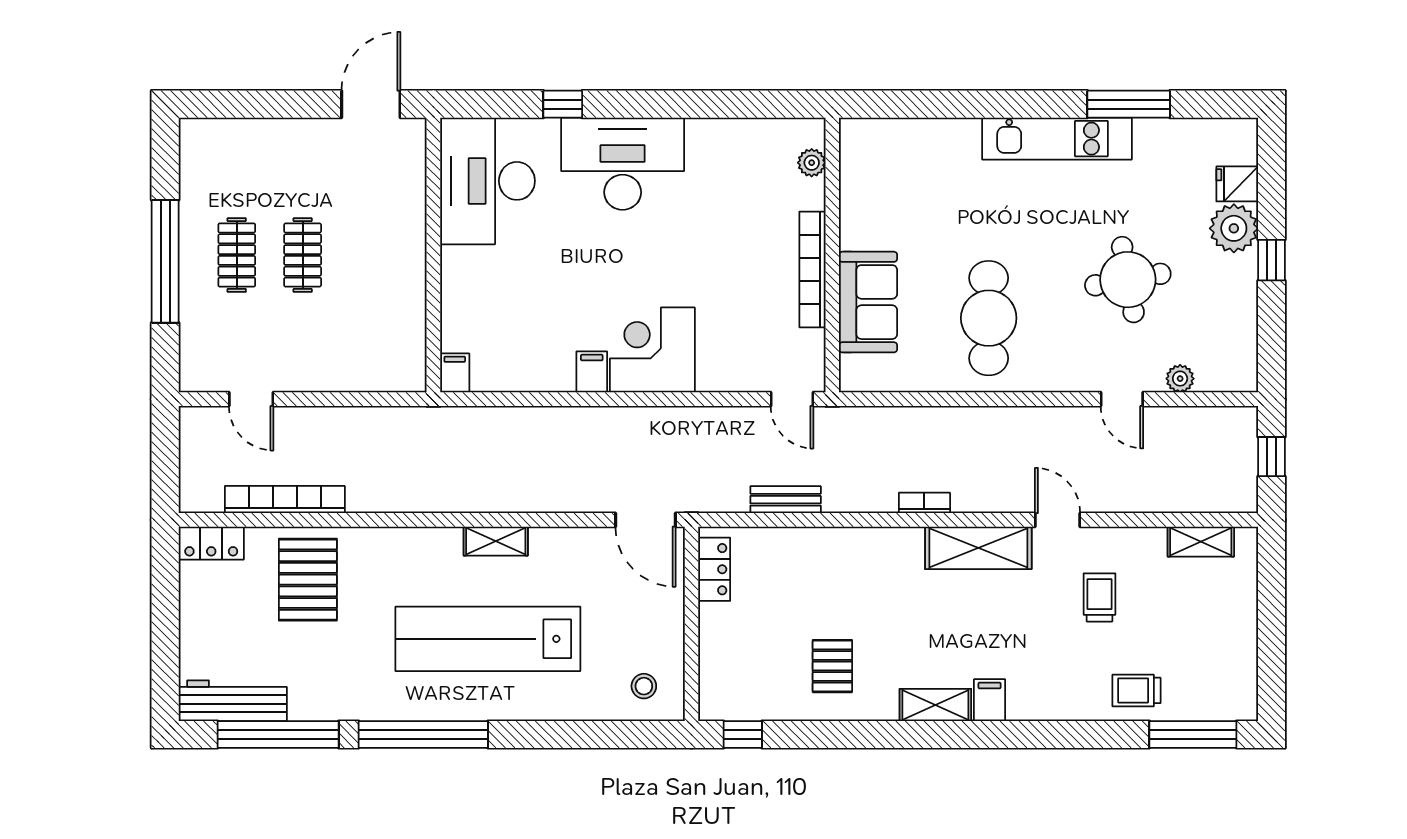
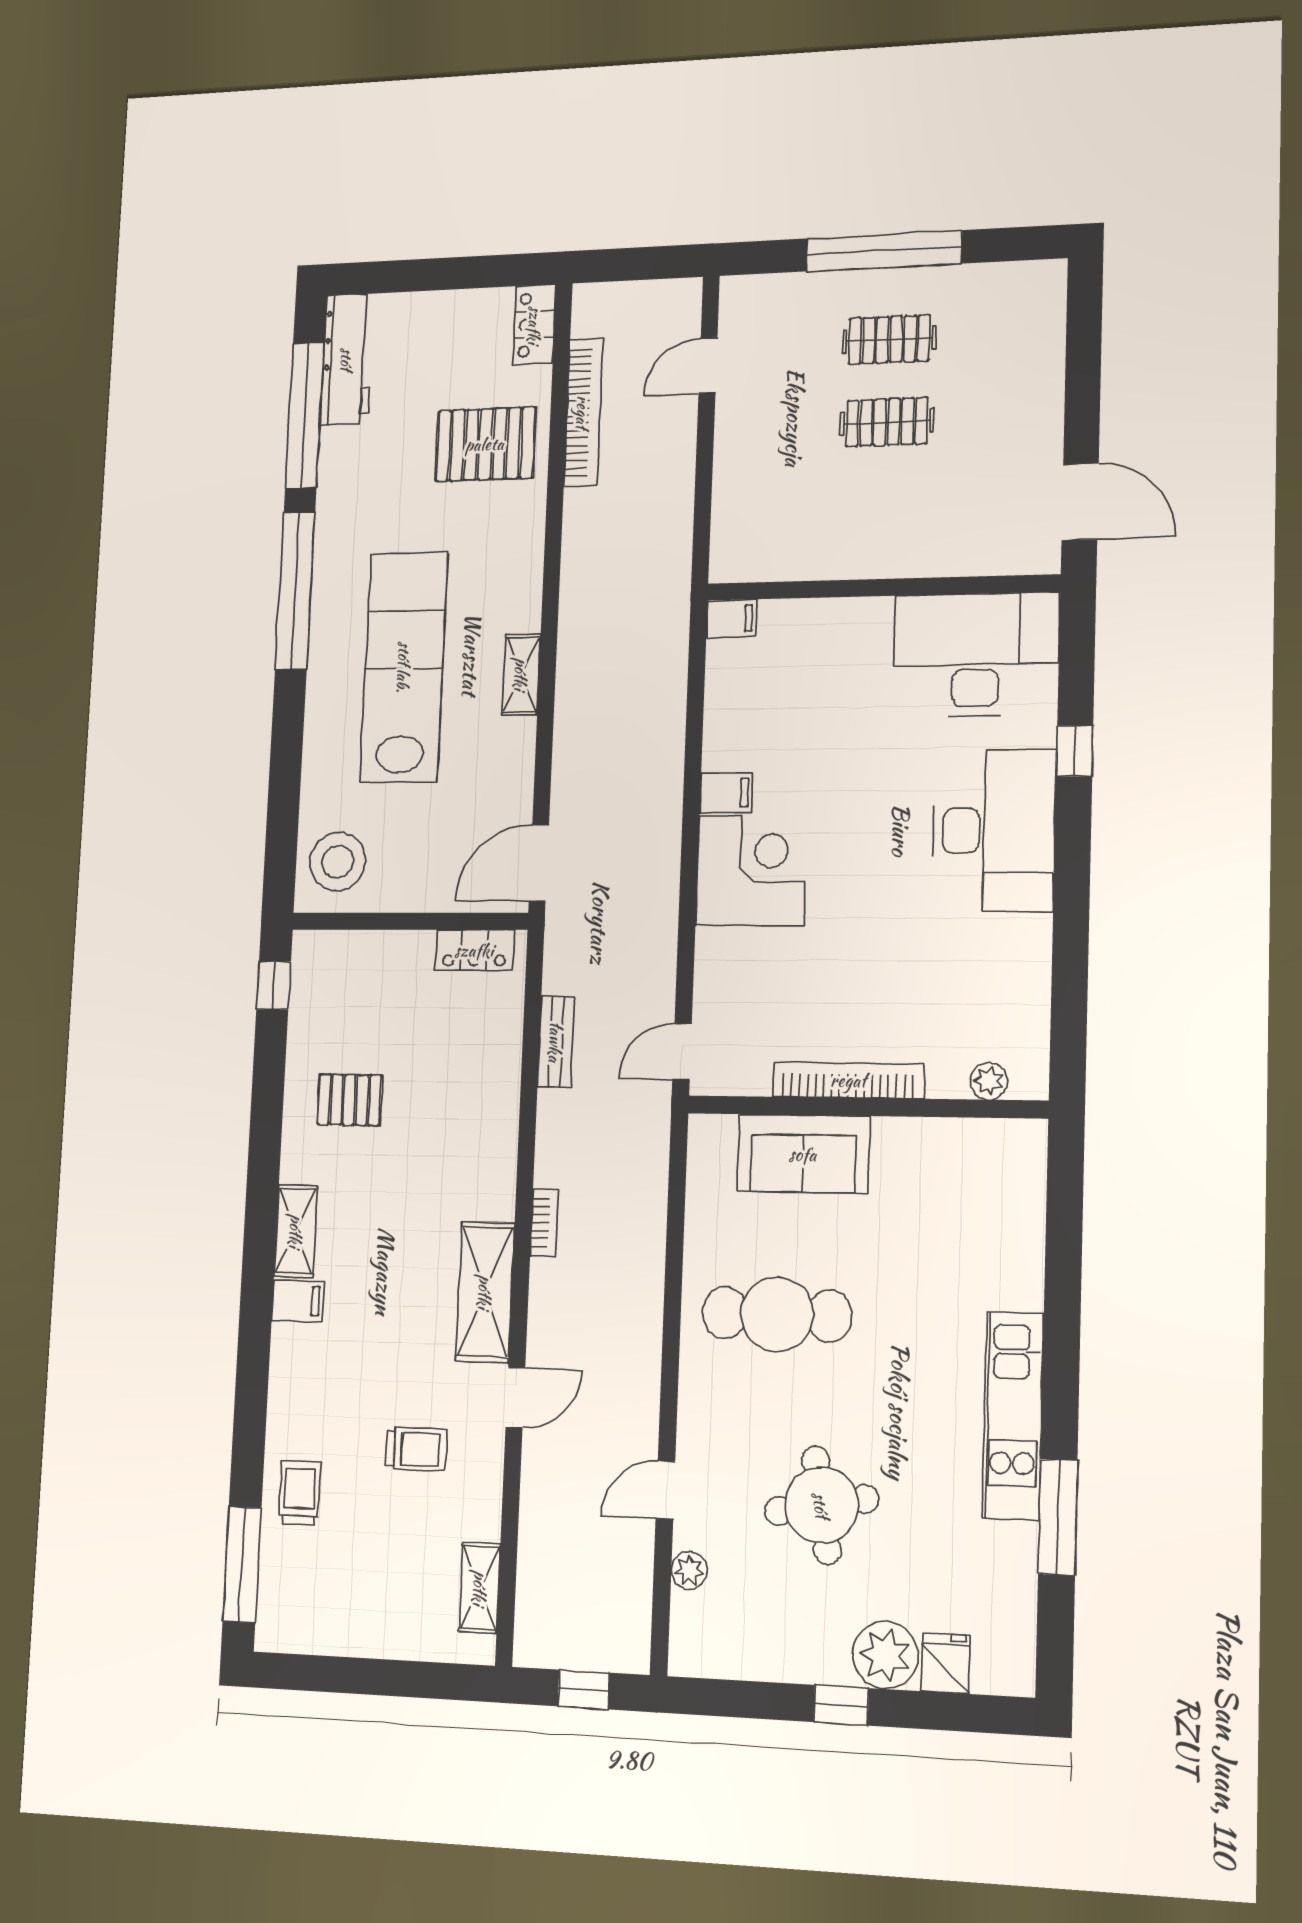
stool: (644, 686) -> (338, 862), width x1.89, depth x1.89

